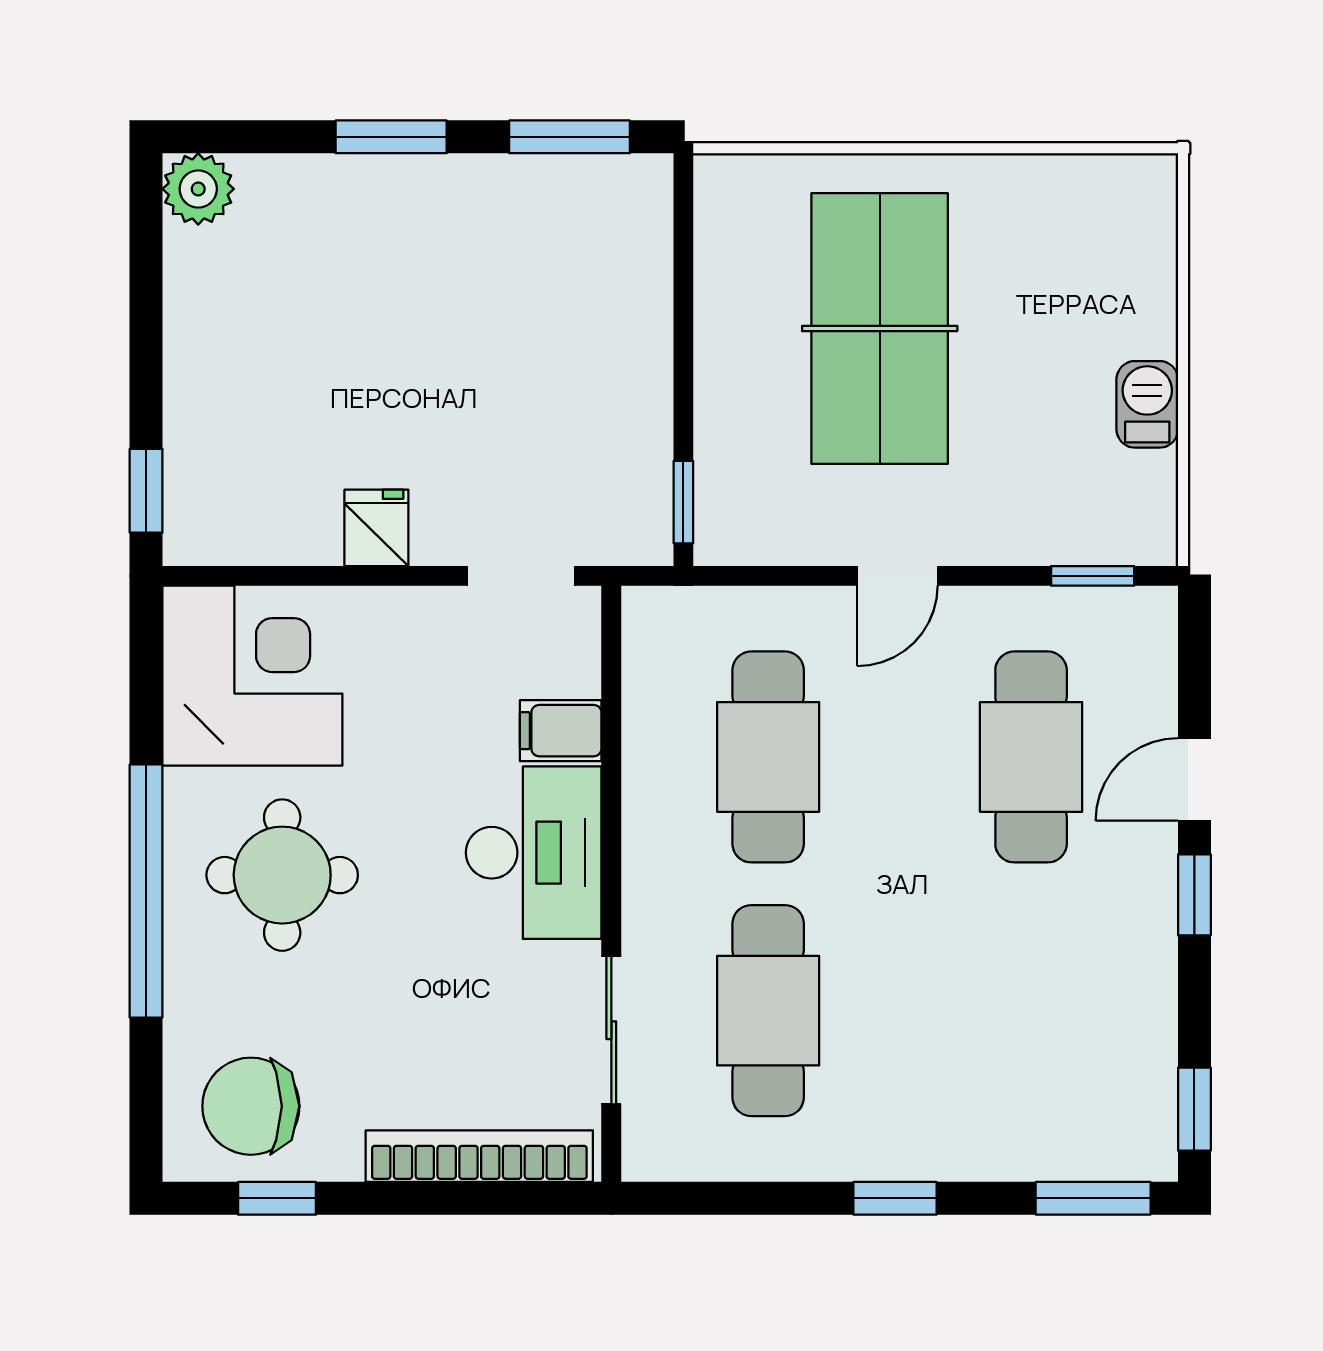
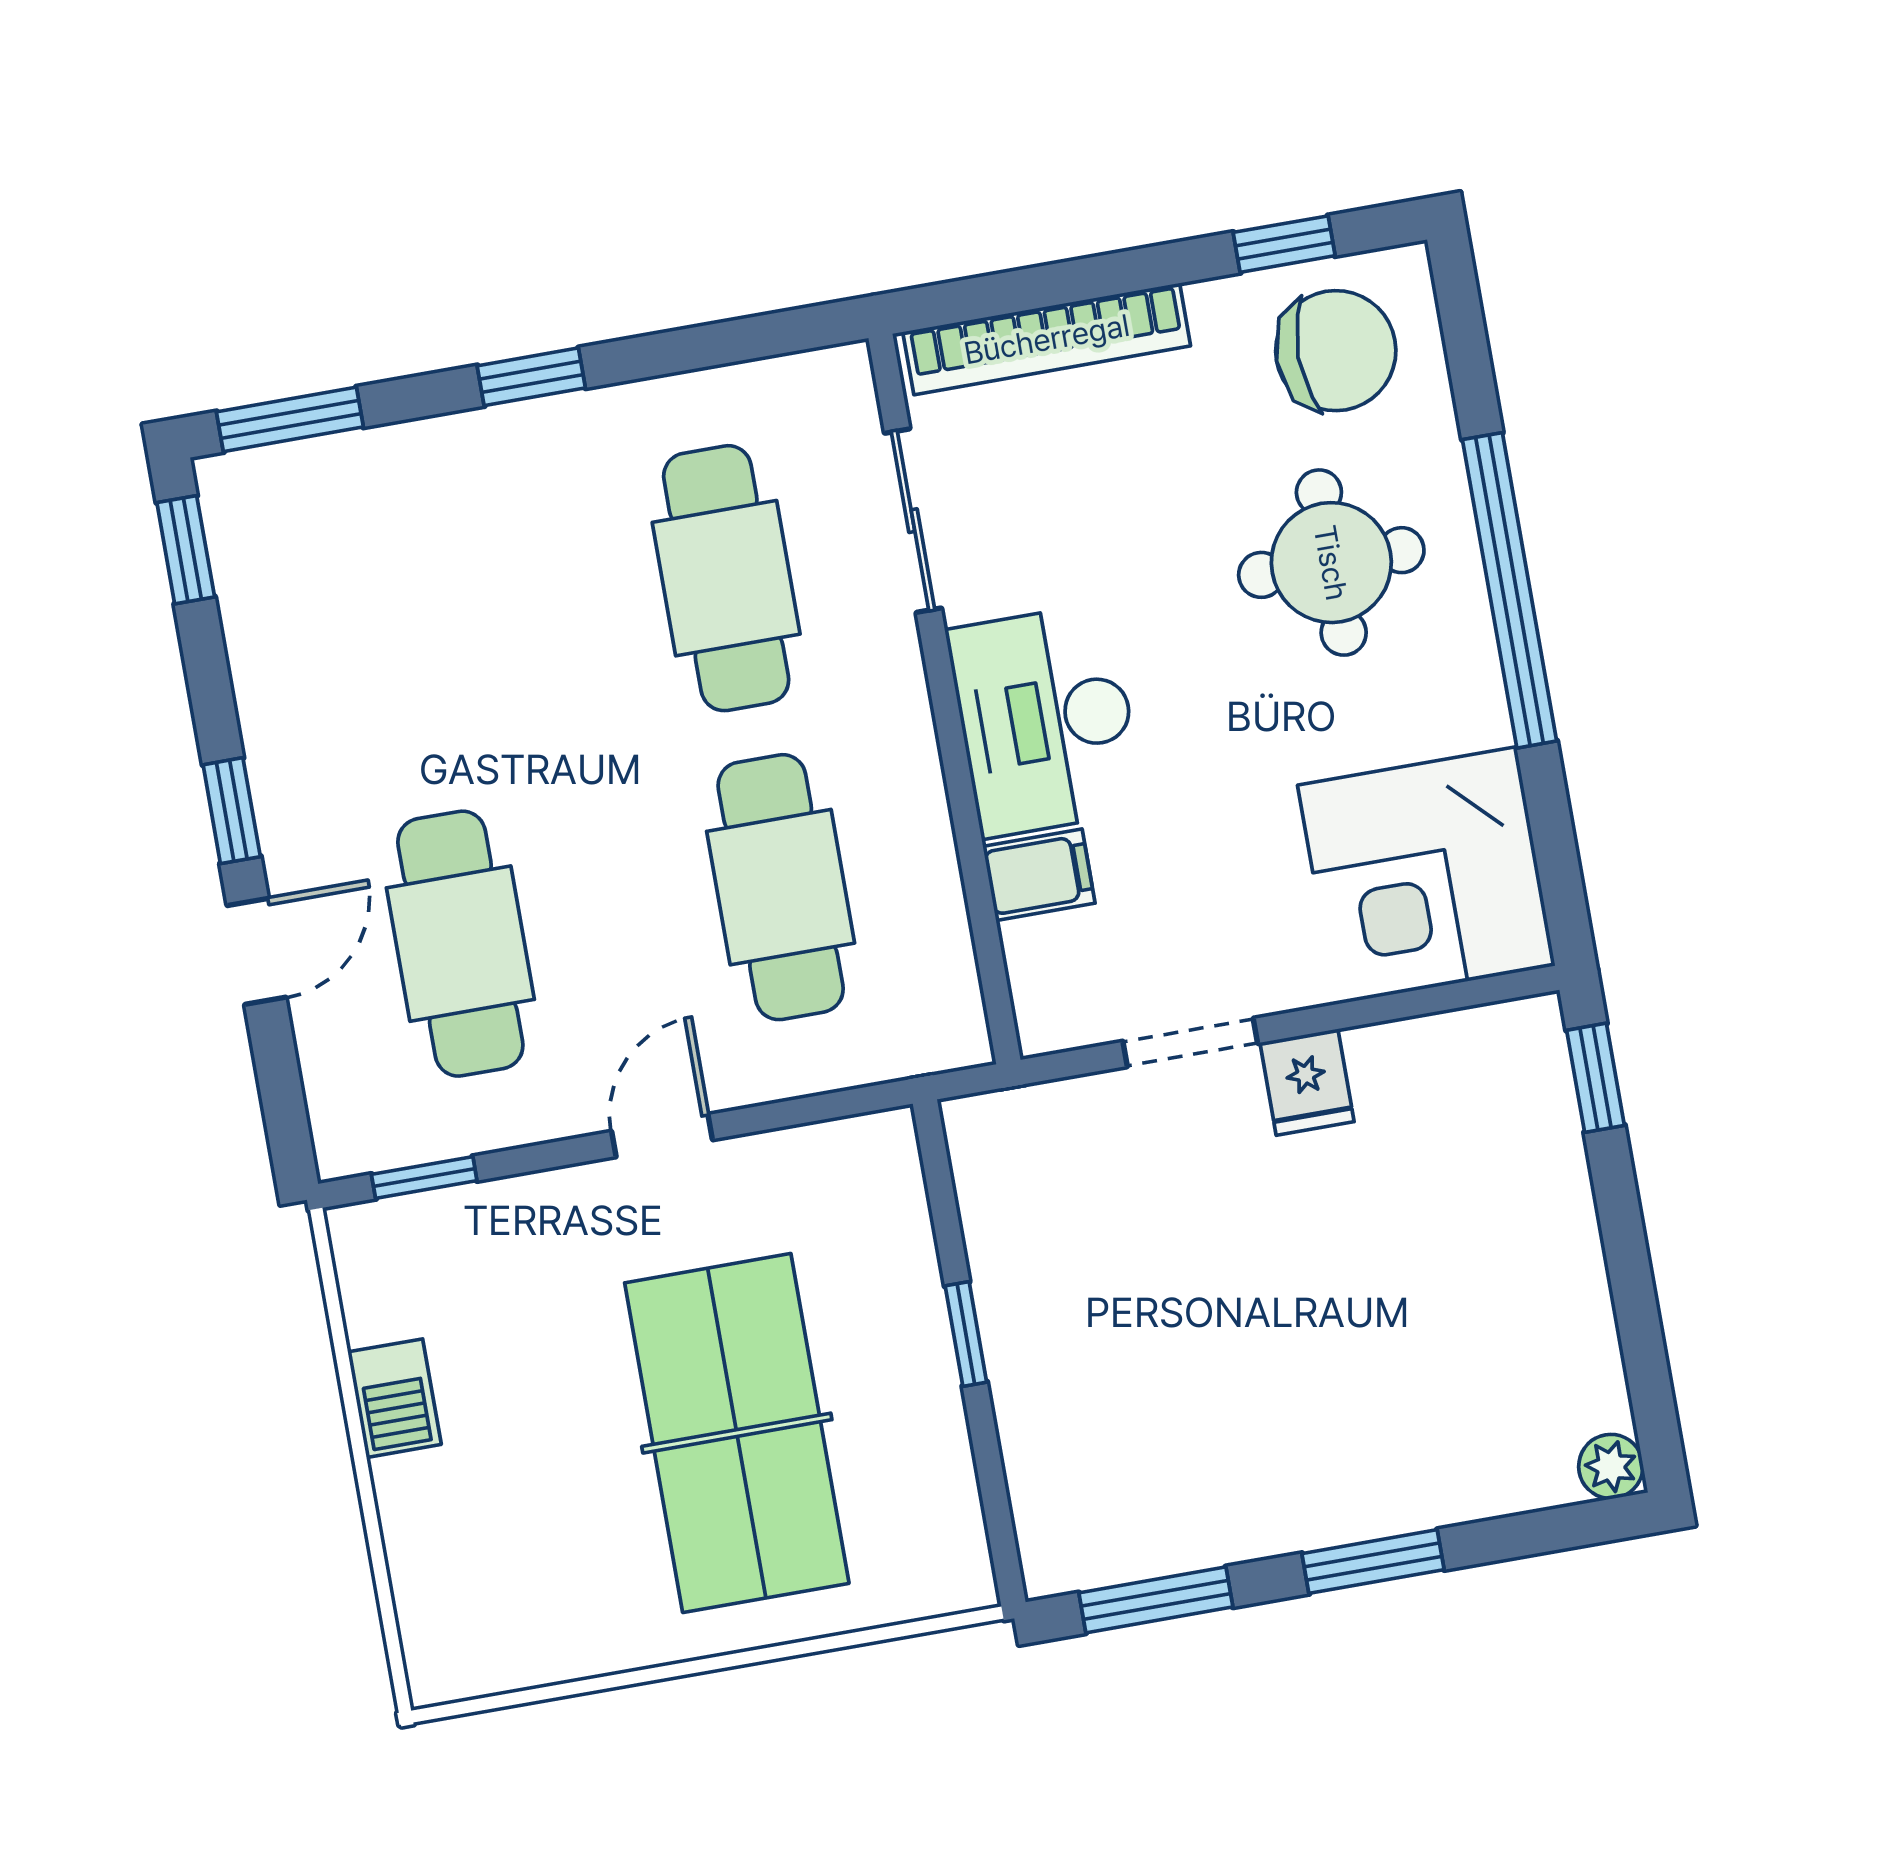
plant: (198, 189) -> (1611, 1466), width x0.73, depth x0.73
window: (683, 502) -> (966, 1334), moved
doorway: (521, 576) -> (1190, 1042), moved
round table: (282, 875) -> (1331, 563), moved

